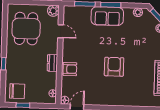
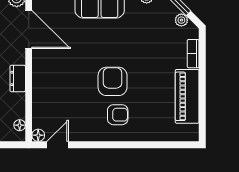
door: (61, 31) -> (29, 30), width x1.88
armchair: (70, 69) -> (118, 115), moved

